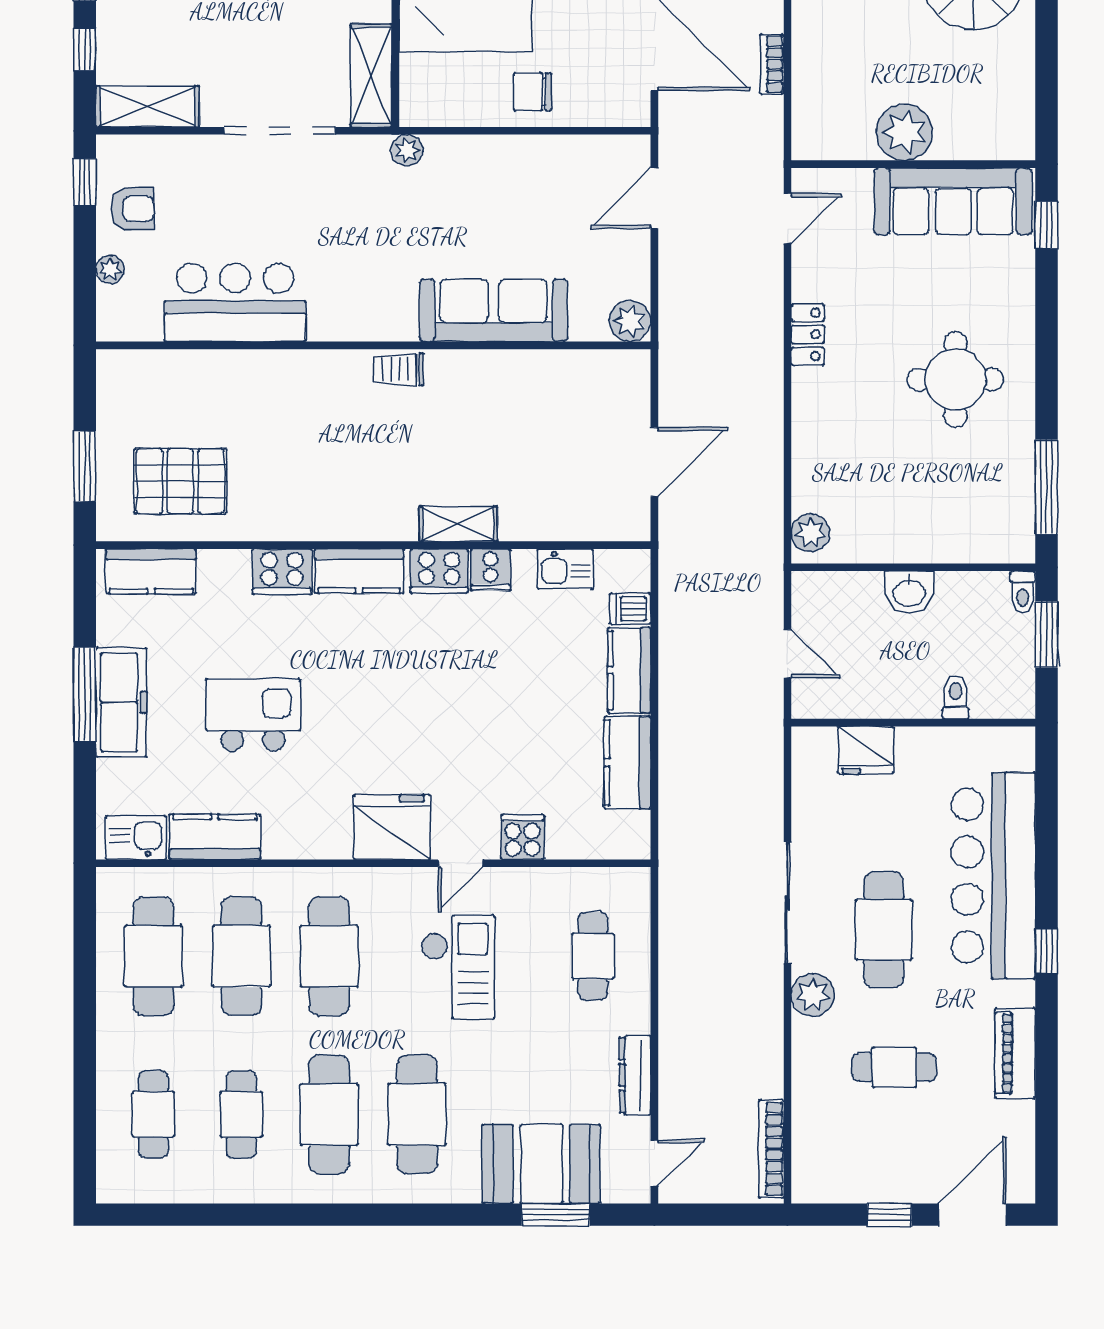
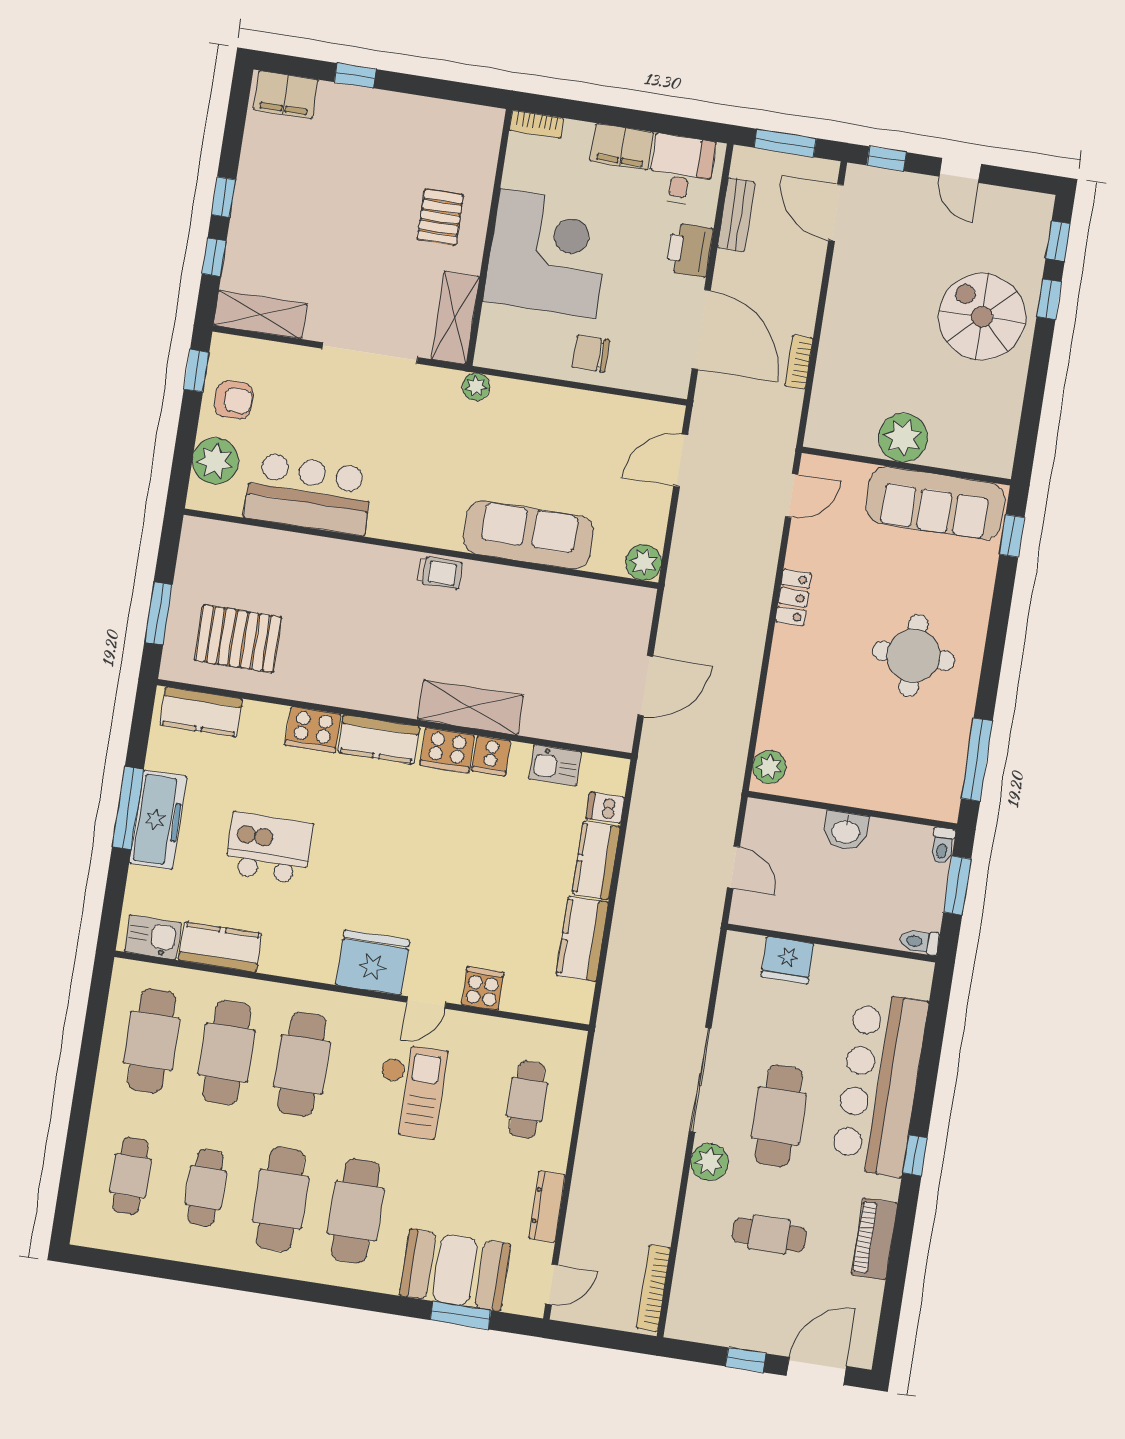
plant: (110, 269) -> (215, 461), width x1.88, depth x1.88
trolley: (399, 370) -> (439, 573), turned 180
shelving: (458, 524) -> (470, 707), width x1.50, depth x1.33
toilet: (955, 697) -> (920, 942), moved, turned -90

